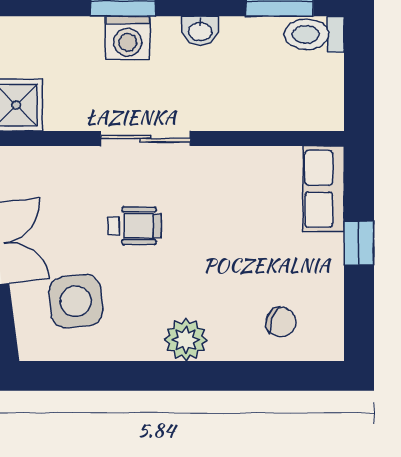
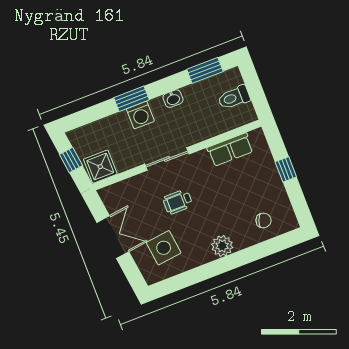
toilet: (314, 34) -> (234, 98), moved
row of seats: (324, 189) -> (230, 150), moved, turned -90
wheelchair: (135, 226) -> (178, 202), turned 180

